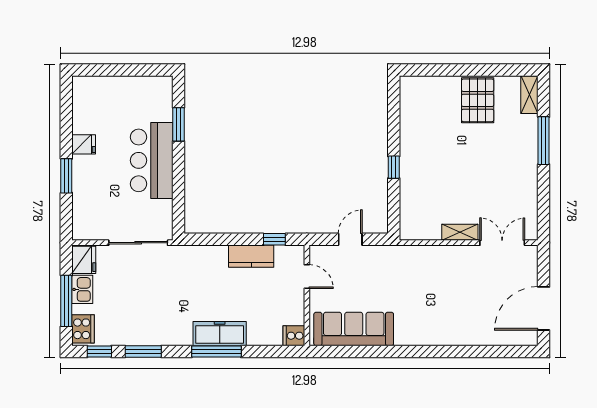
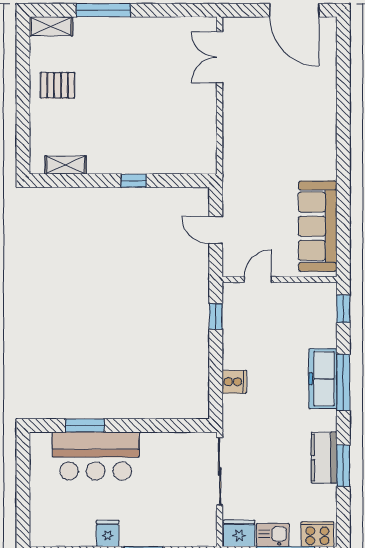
pallet: (478, 100) -> (58, 85), width x0.67, depth x0.71
bar counter: (152, 160) -> (96, 456), moved
shelving: (460, 232) -> (66, 165), moved, turned 90
kitchen counter: (251, 256) -> (324, 458), moved, turned 180
cooker: (294, 336) -> (234, 382), moved, turned -90
window: (99, 351) -> (343, 309), moved

